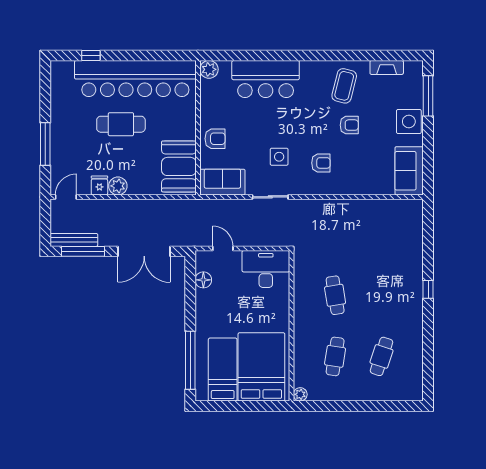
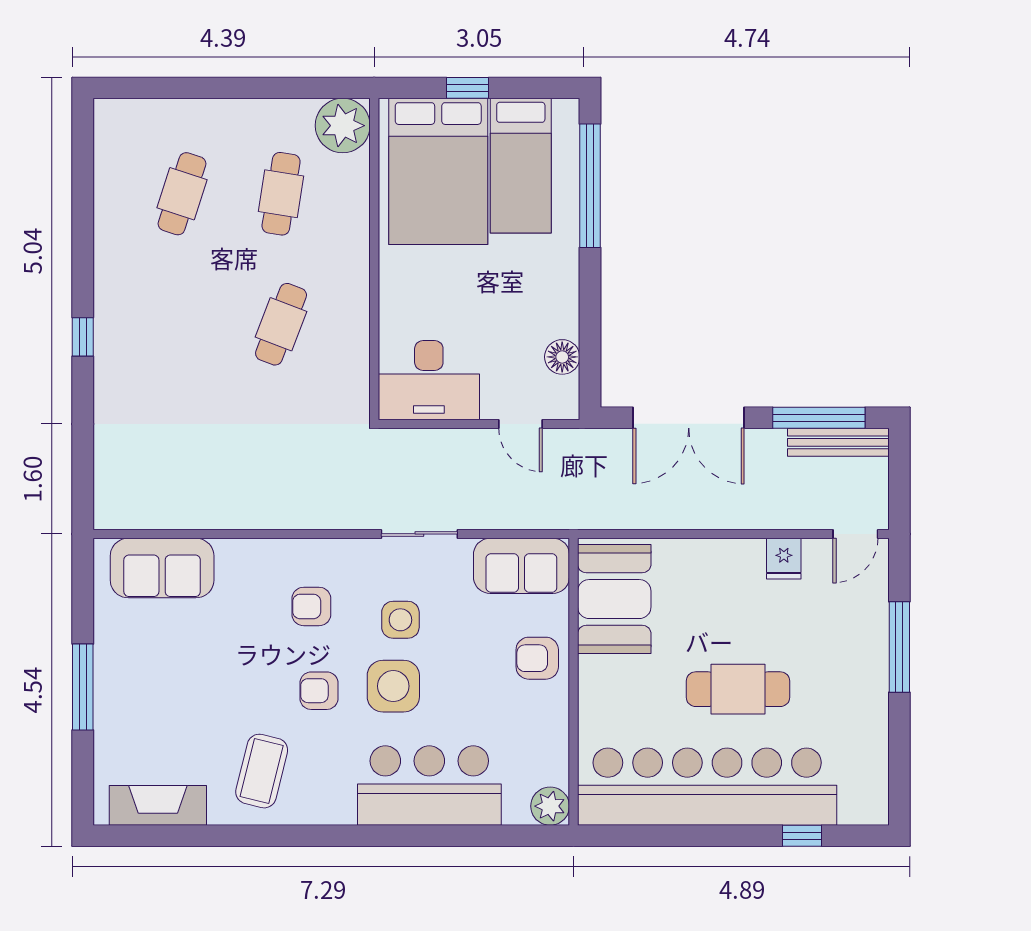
fireplace: (387, 67) -> (158, 805), width x1.37, depth x1.32
window: (428, 96) -> (83, 687), moved
side table: (409, 121) -> (393, 686), moved
armchair: (349, 125) -> (319, 691), moved
sofa: (409, 171) -> (162, 568), moved, turned 90
plant: (118, 186) -> (744, 557), removed
double door: (144, 251) -> (689, 418), swing flipped
cafe table: (335, 295) -> (281, 324), turned 30
plant: (300, 394) -> (343, 126), width x1.88, depth x1.88
window: (248, 406) -> (468, 88), added

